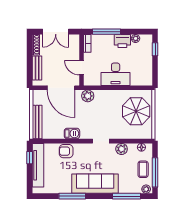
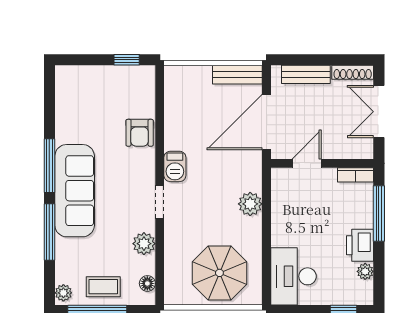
desk: (116, 74) -> (294, 276), moved
plant: (88, 96) -> (250, 204), moved
bench: (37, 122) -> (237, 75), moved, width x0.73
barbecue: (72, 134) -> (175, 166), moved
armchair: (66, 151) -> (140, 133), turned 180
tv unit: (38, 165) -> (111, 76), removed
window: (72, 196) -> (49, 166), moved
window: (126, 196) -> (49, 232), moved

